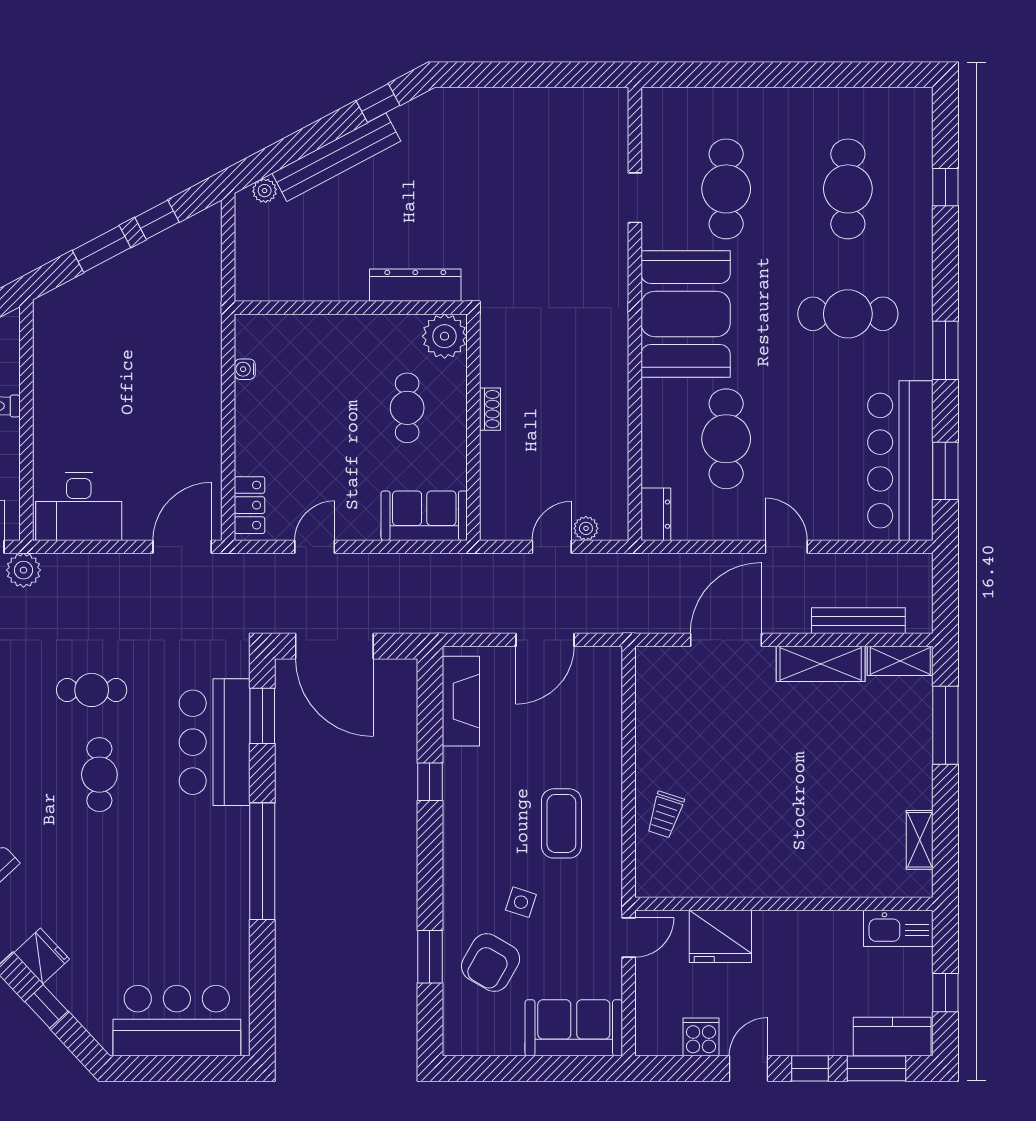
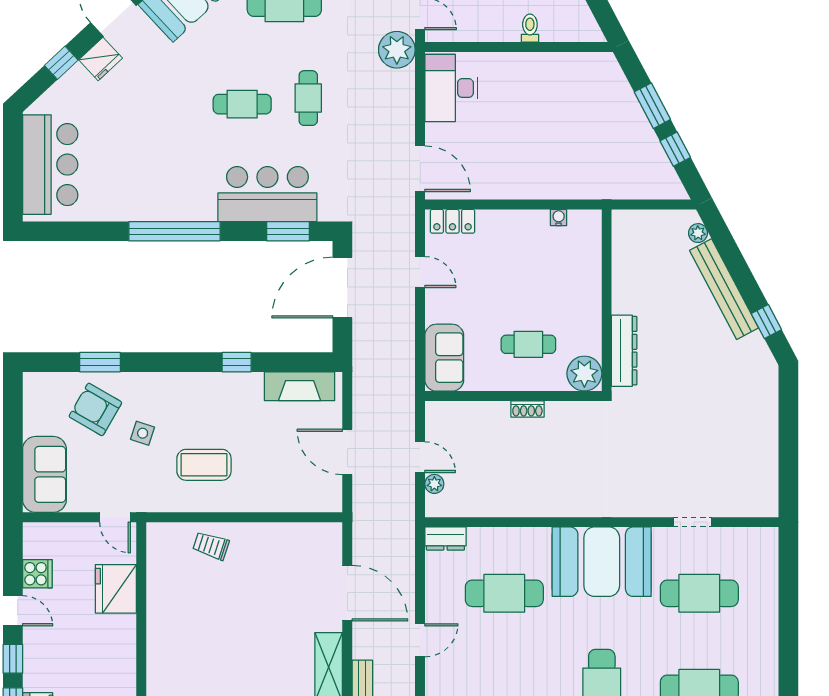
plant: (23, 570) -> (397, 50), width x1.36, depth x1.36

